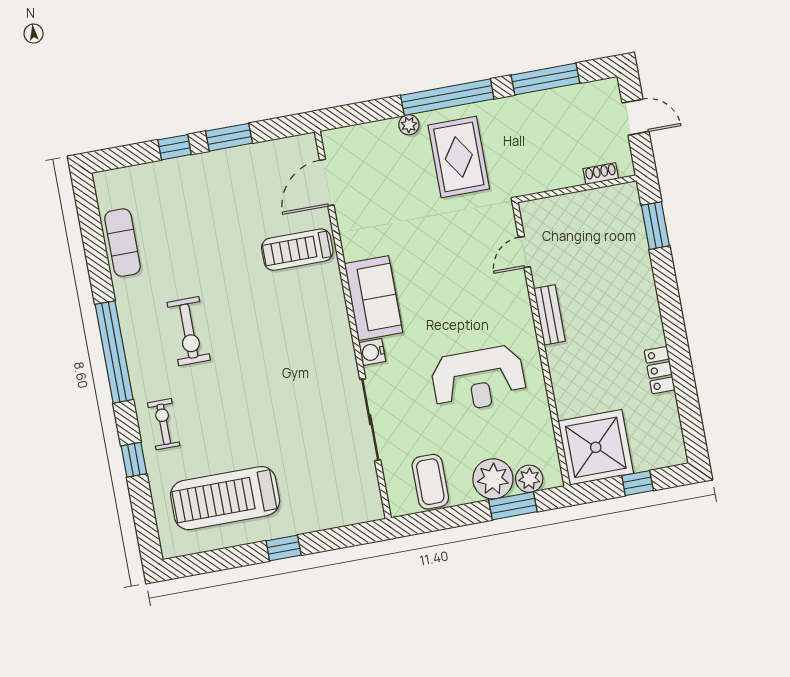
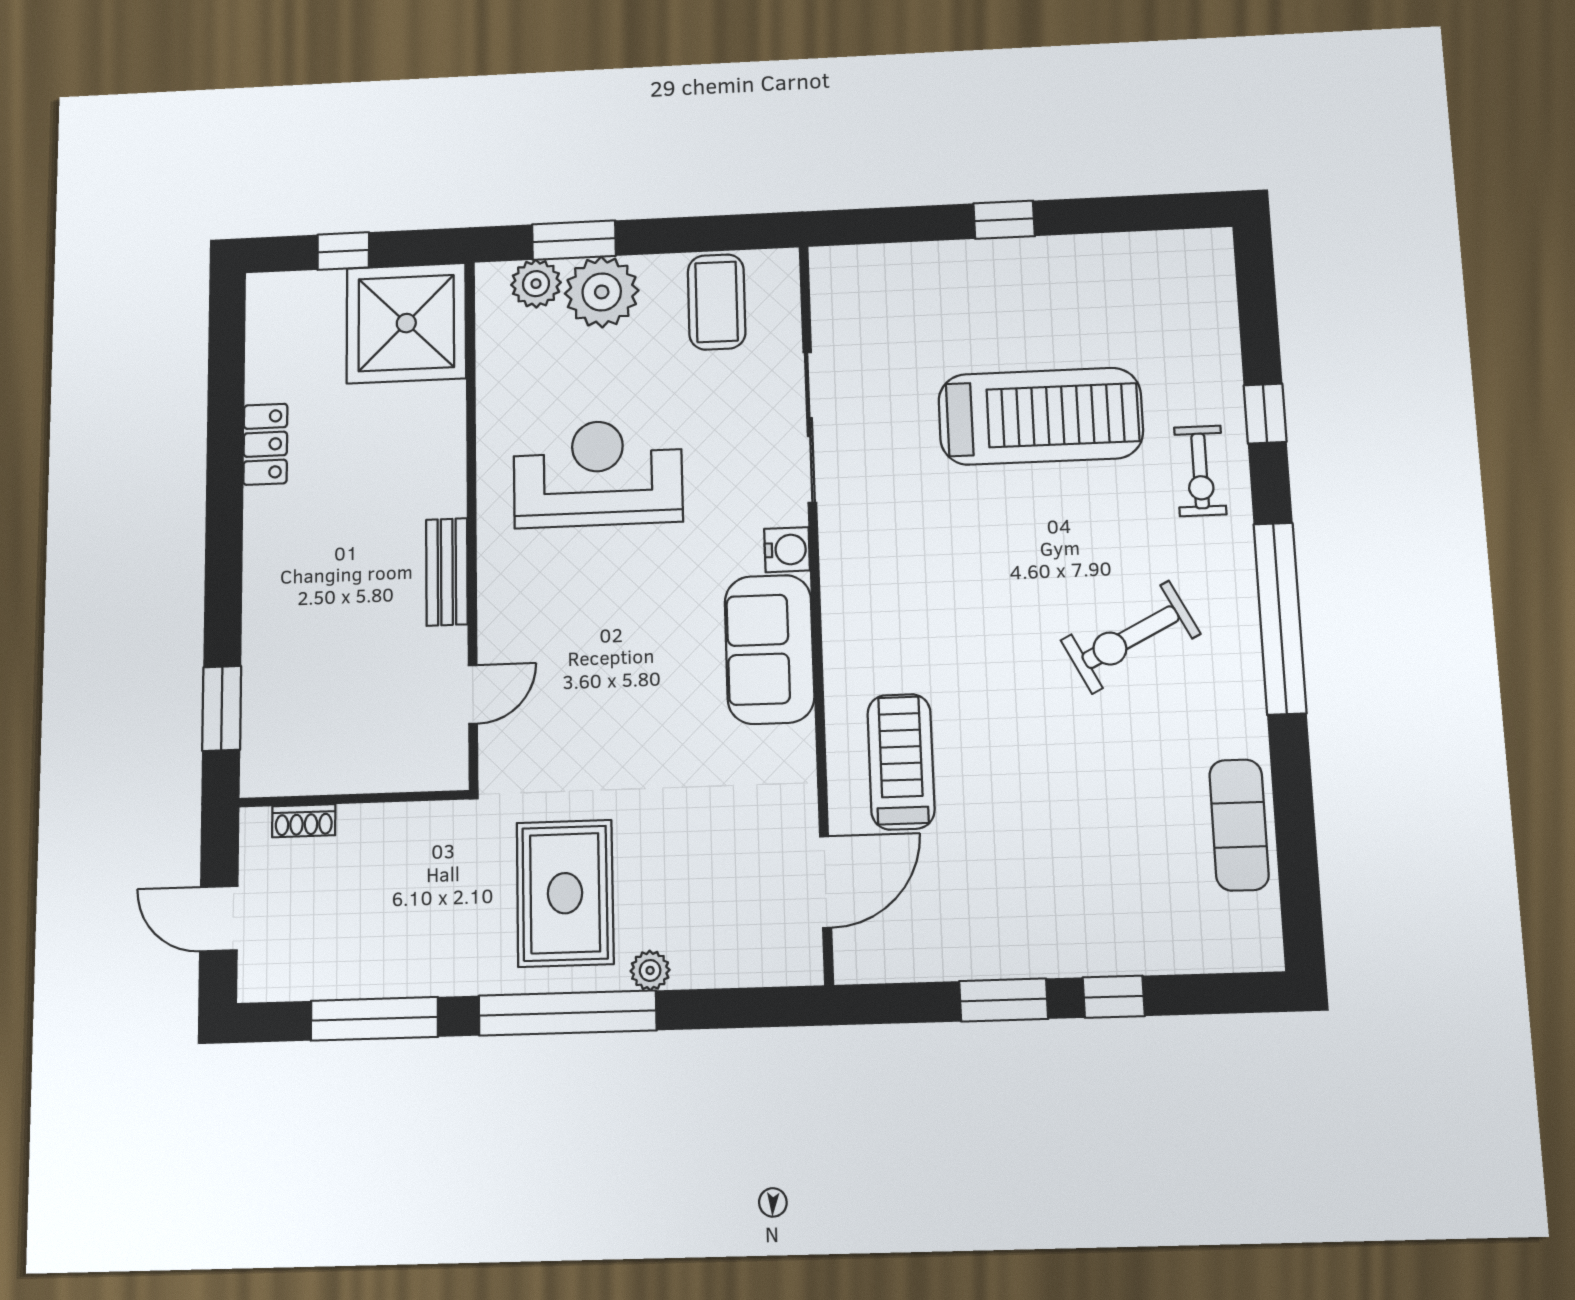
treadmill: (297, 250) -> (901, 762), turned -90
exercise bike: (189, 331) -> (1131, 637), turned -117
treadmill: (225, 498) -> (1041, 416), moved

